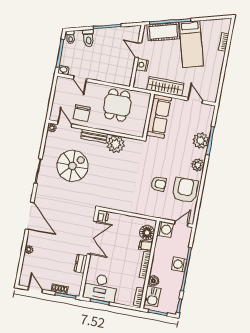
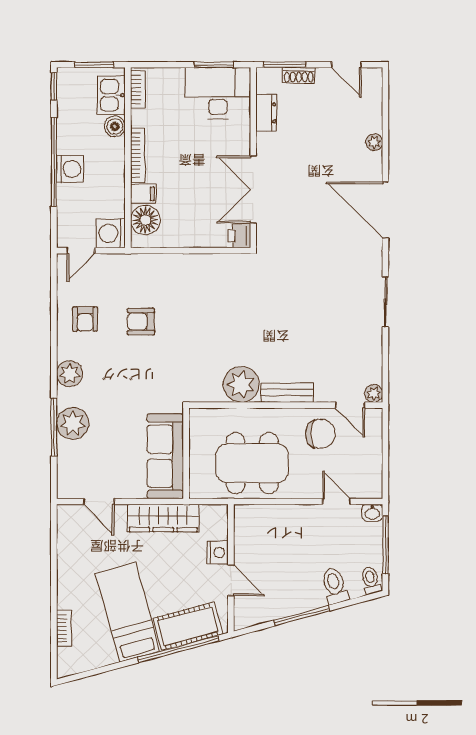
dining table: (117, 105) -> (252, 463), width x1.38
chair: (82, 113) -> (320, 434), turned 90
spiral stairs: (72, 166) -> (319, 325), removed
armchair: (185, 190) -> (85, 319), width x0.53, depth x0.53
dresser: (81, 264) -> (266, 113), moved

